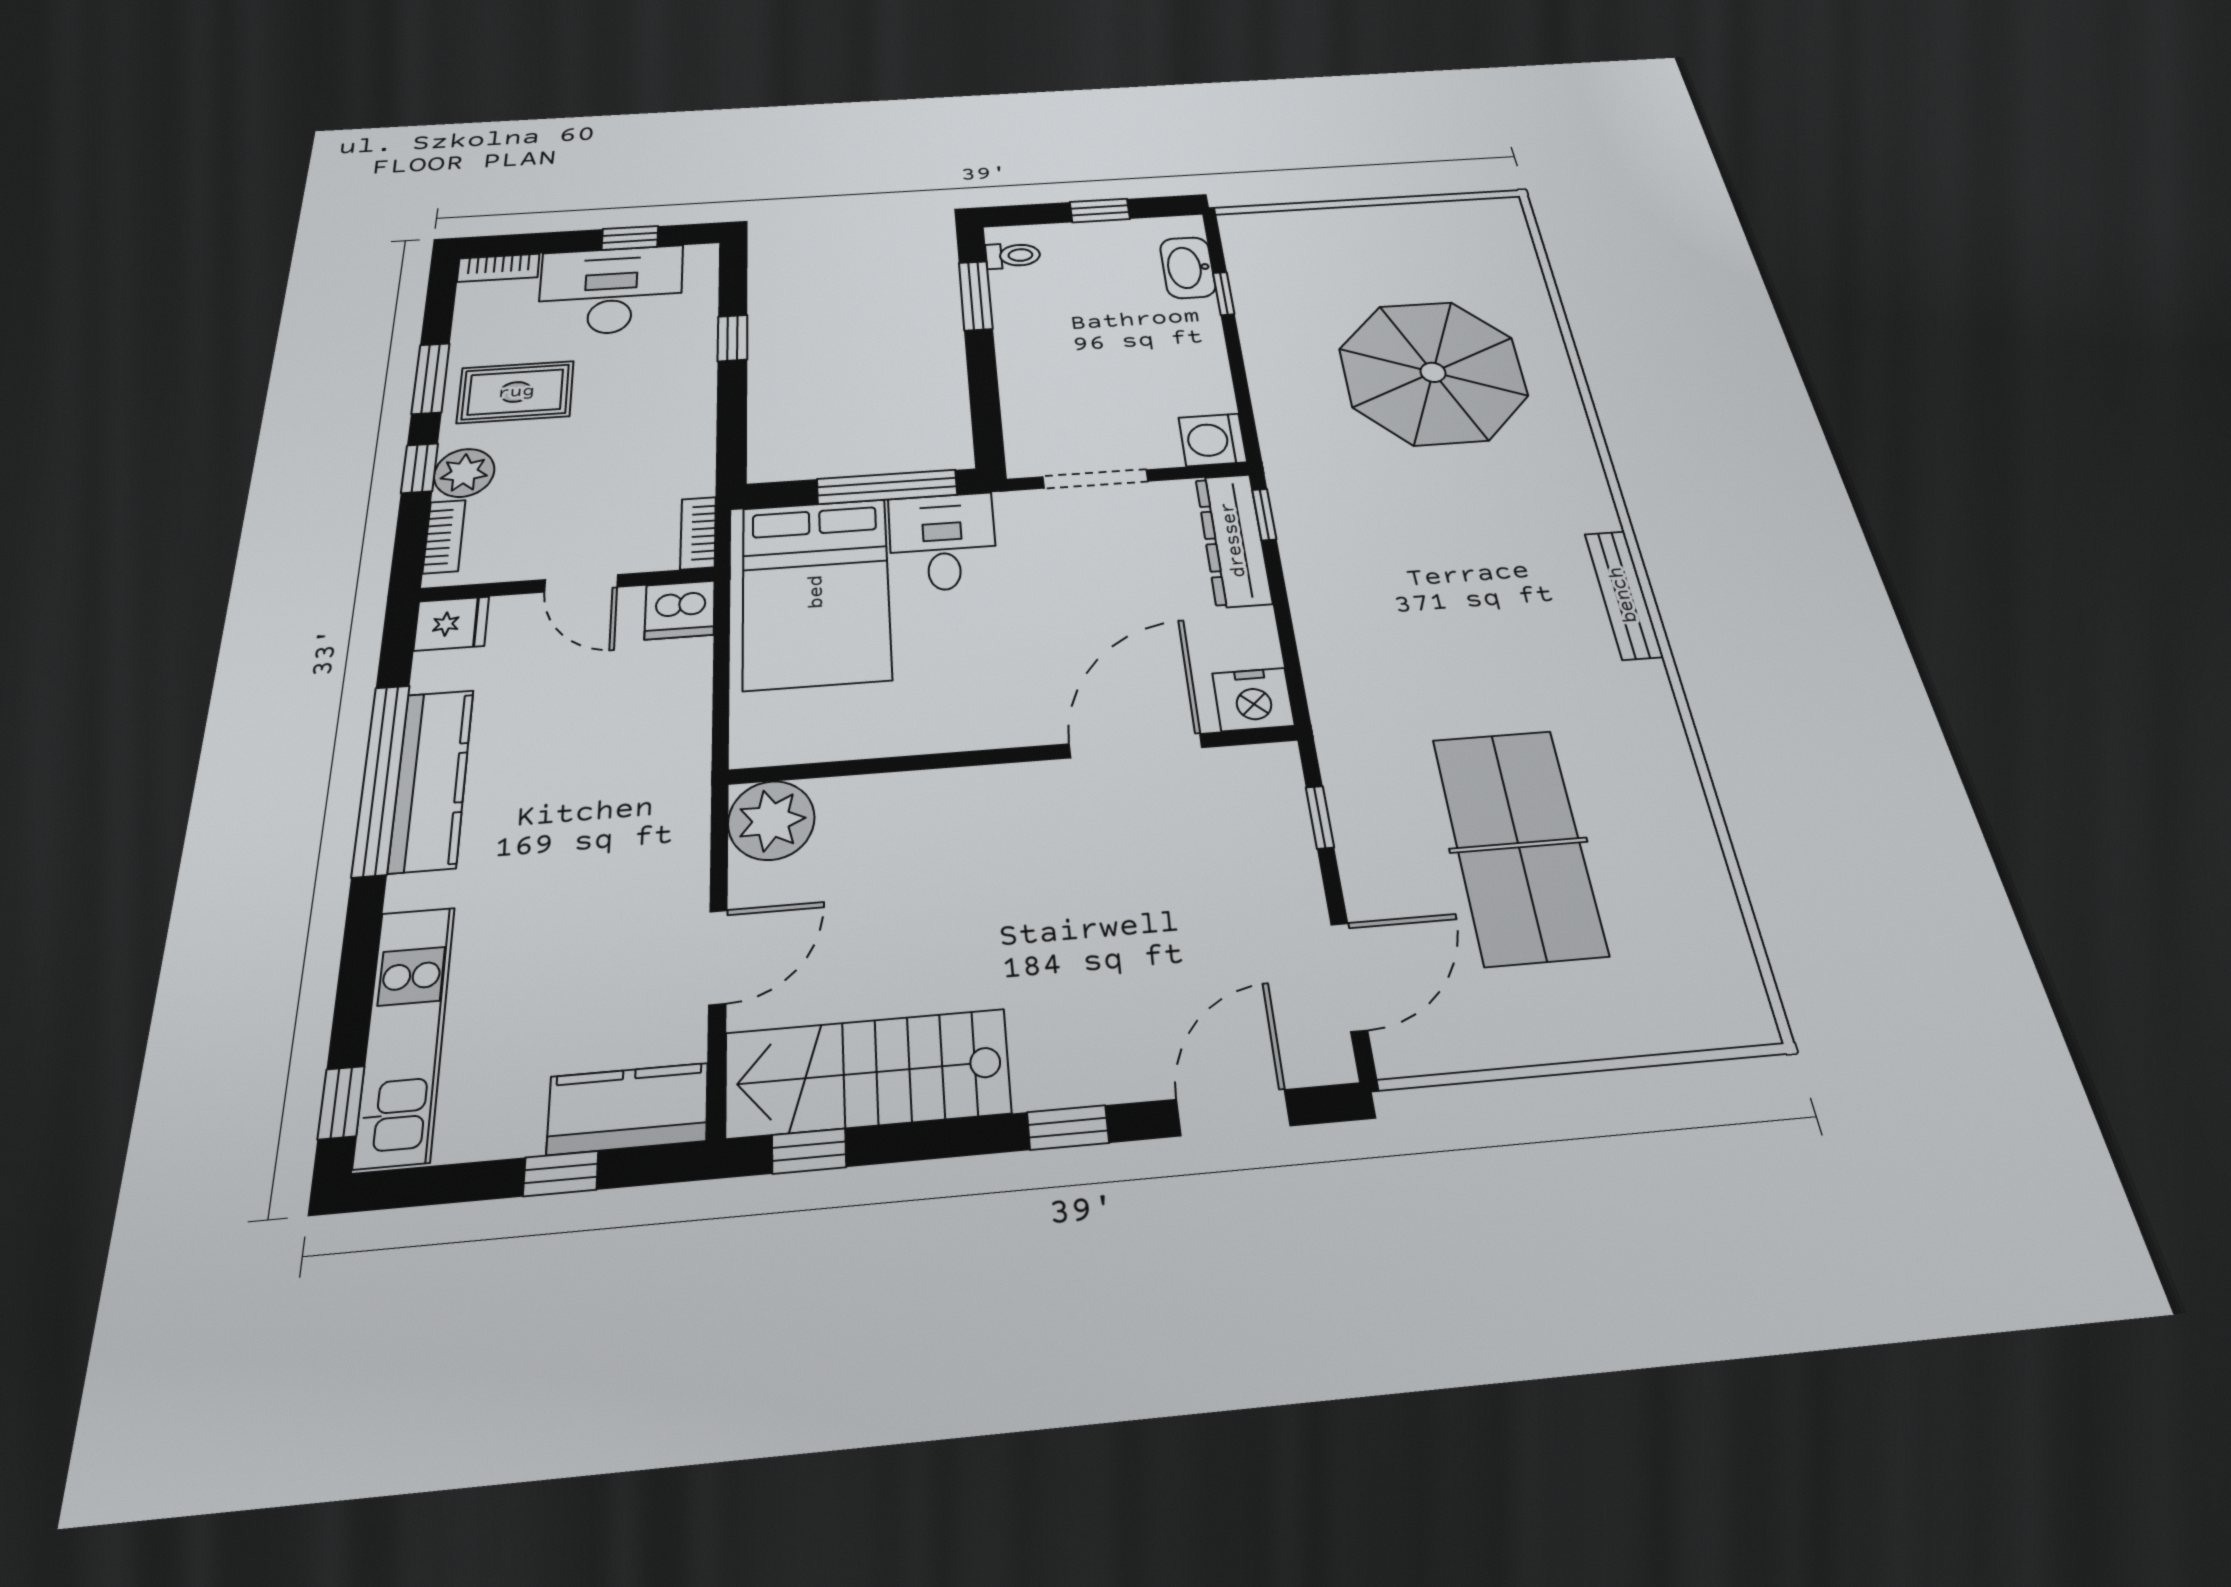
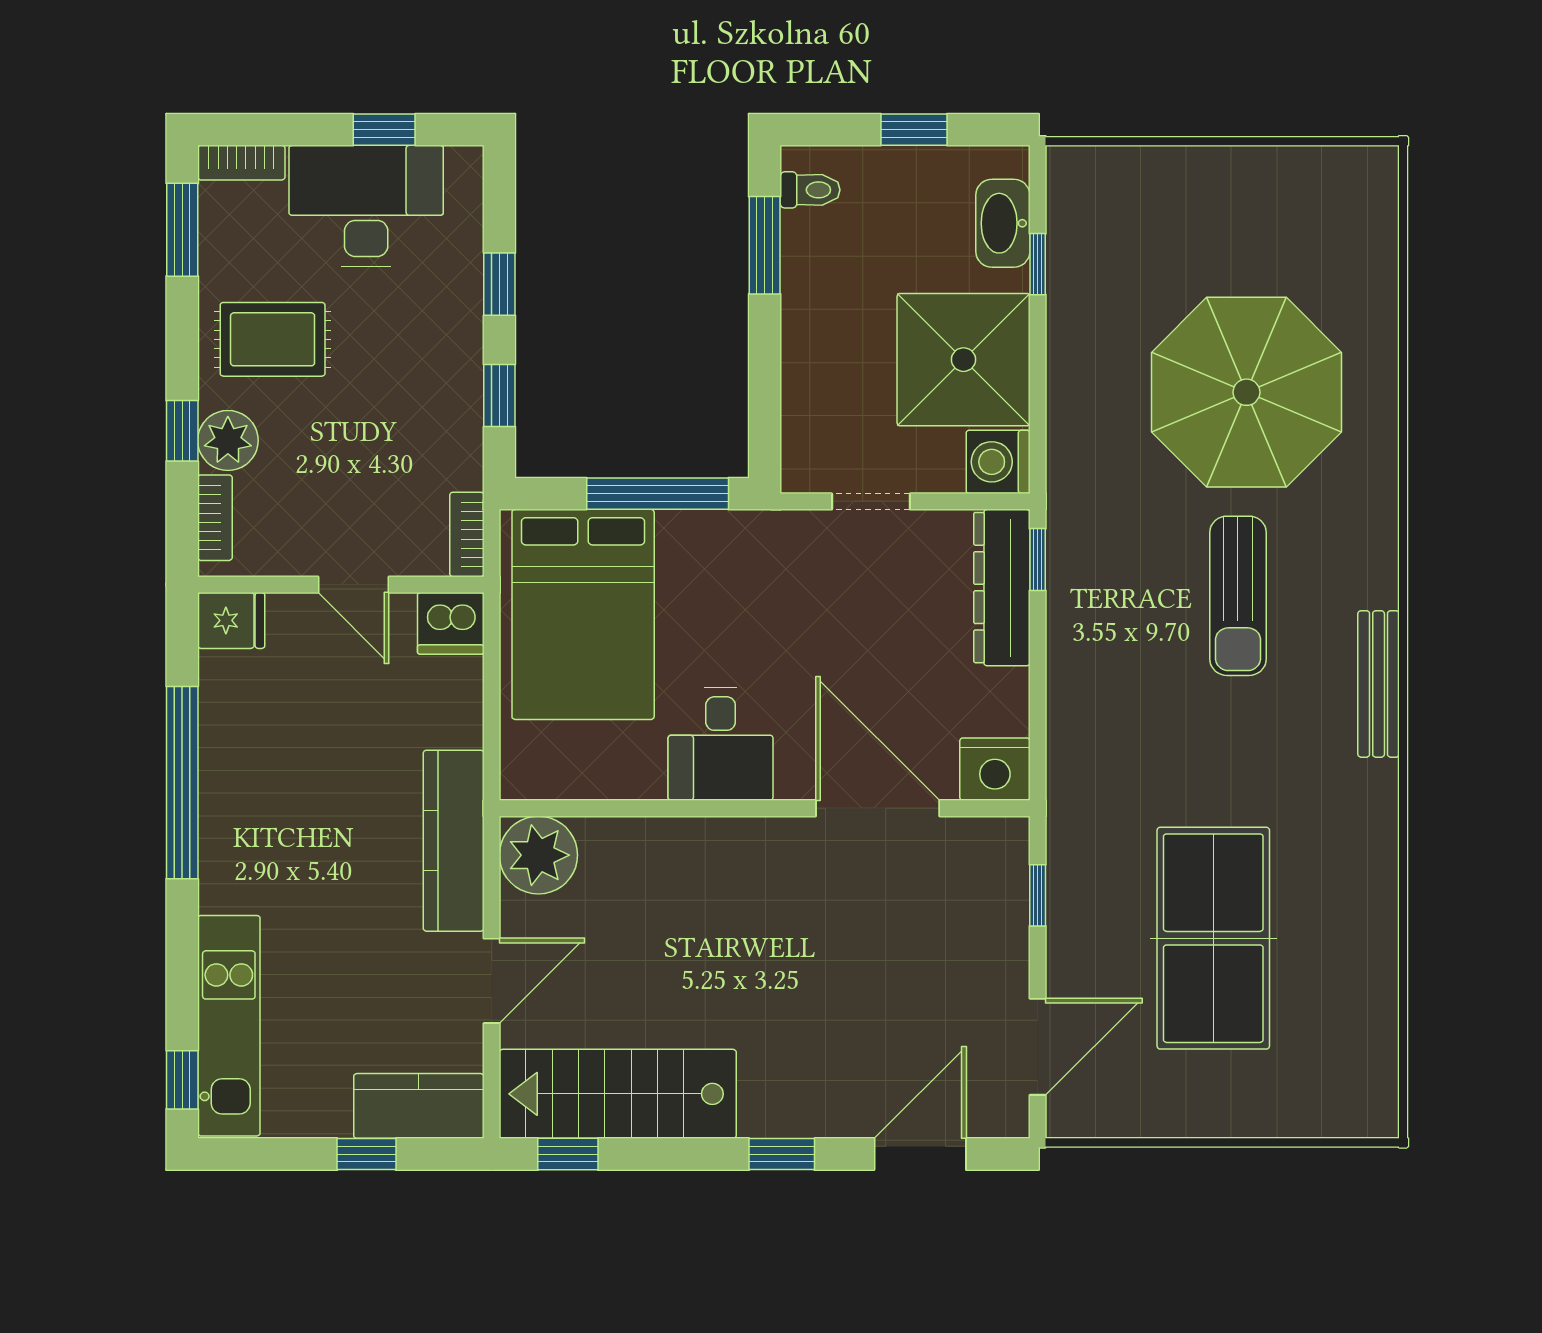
shower: (1168, 365) -> (964, 360), added
window: (431, 378) -> (182, 230), moved
window: (732, 420) -> (499, 395), added
doorway: (1095, 479) -> (871, 501), width x0.73
sun lounger: (1465, 530) -> (1238, 596), added
desk: (943, 542) -> (721, 744), moved, turned 180
door: (1136, 746) -> (878, 808), hinge flipped
kitchen counter: (431, 780) -> (454, 841), moved, turned 180

